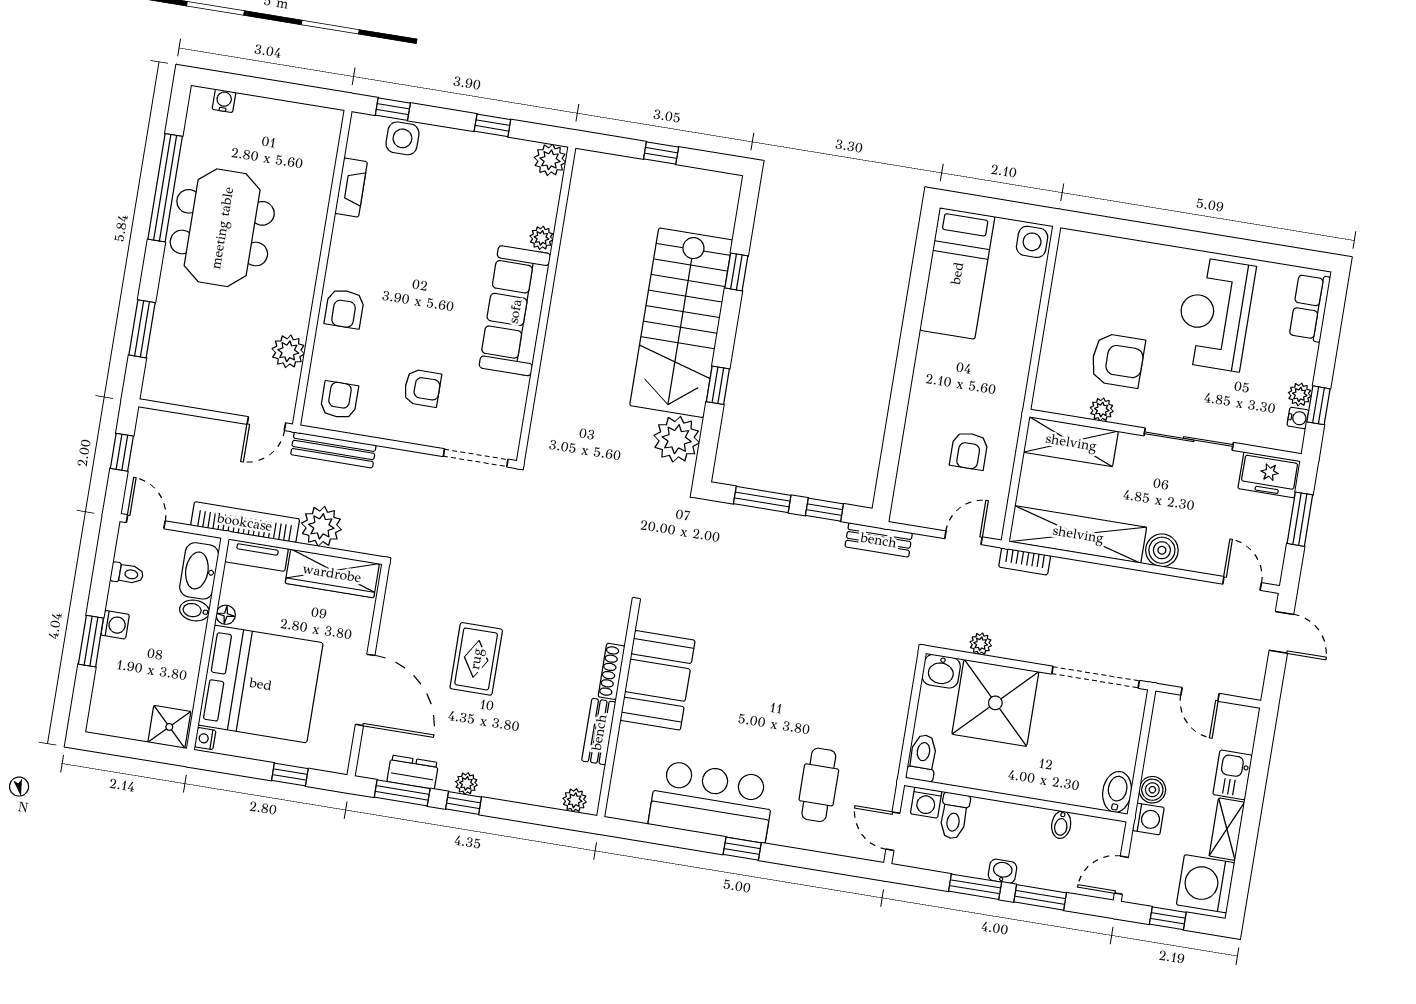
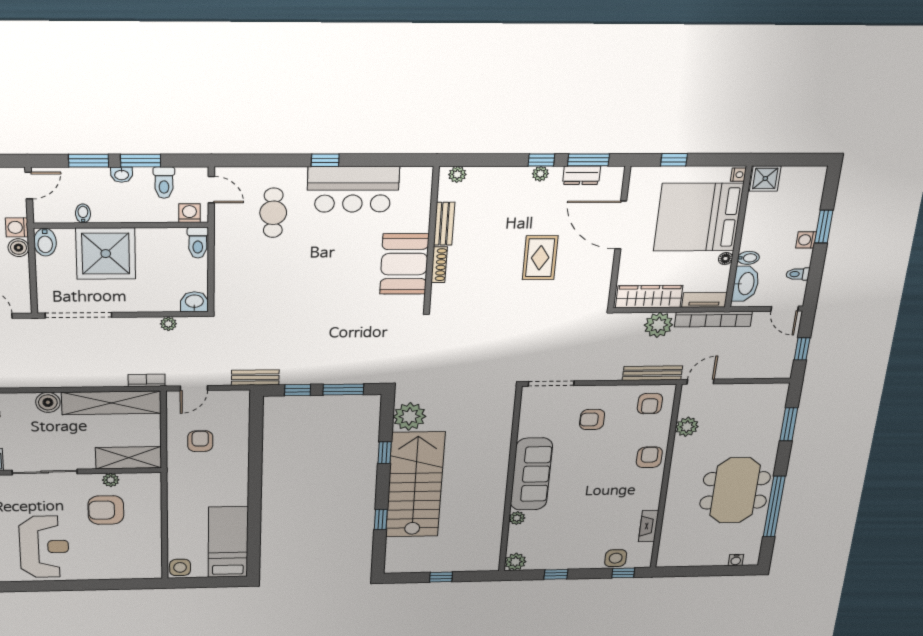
shower: (995, 703) -> (106, 254), moved
toilet: (954, 816) -> (164, 183), moved, turned 180

